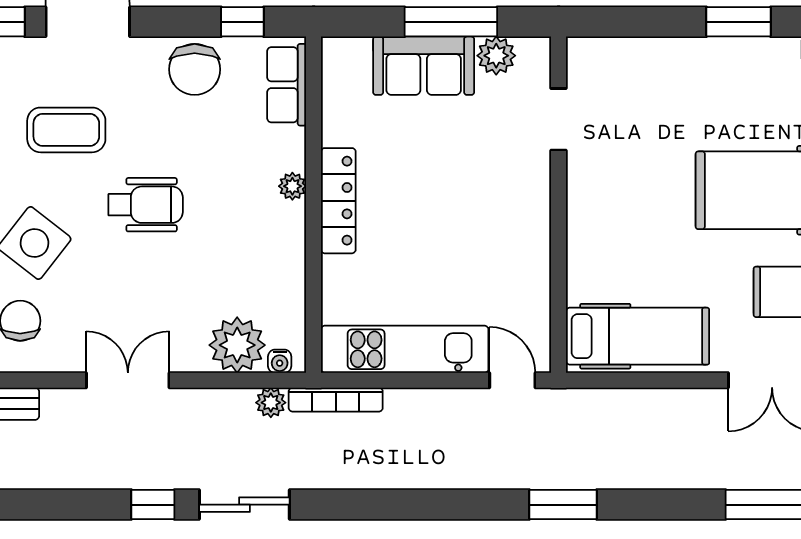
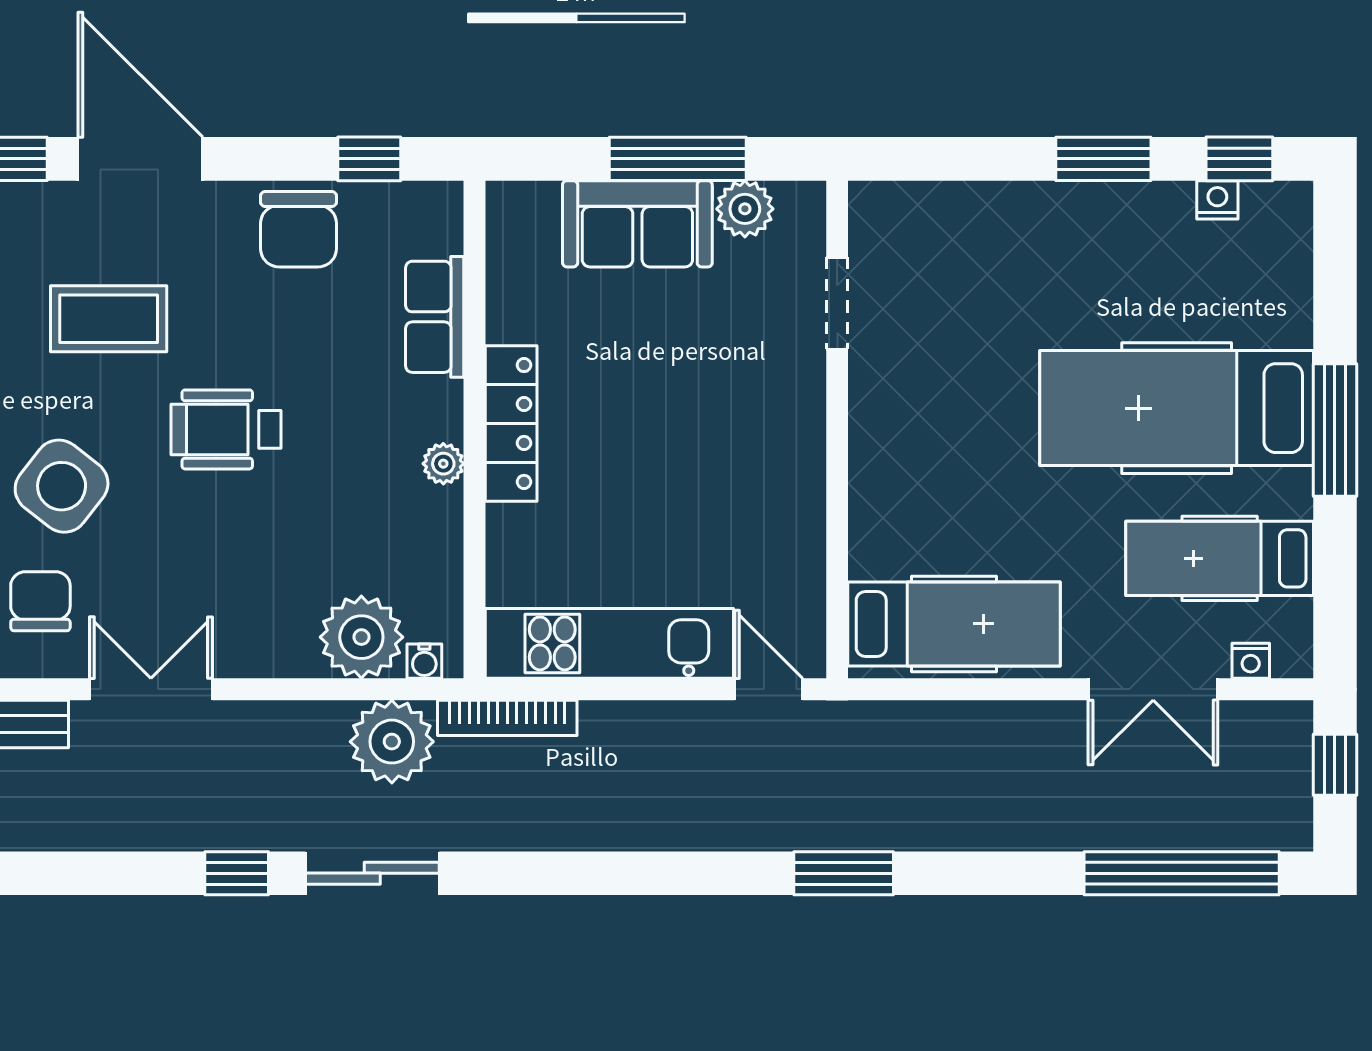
row of seats: (287, 85) -> (435, 317), moved
plant: (292, 186) -> (443, 464), moved
wheelchair: (146, 205) -> (226, 429), turned 180
double door: (128, 380) -> (151, 689), moved
plant: (271, 403) -> (392, 742), width x1.88, depth x1.88

